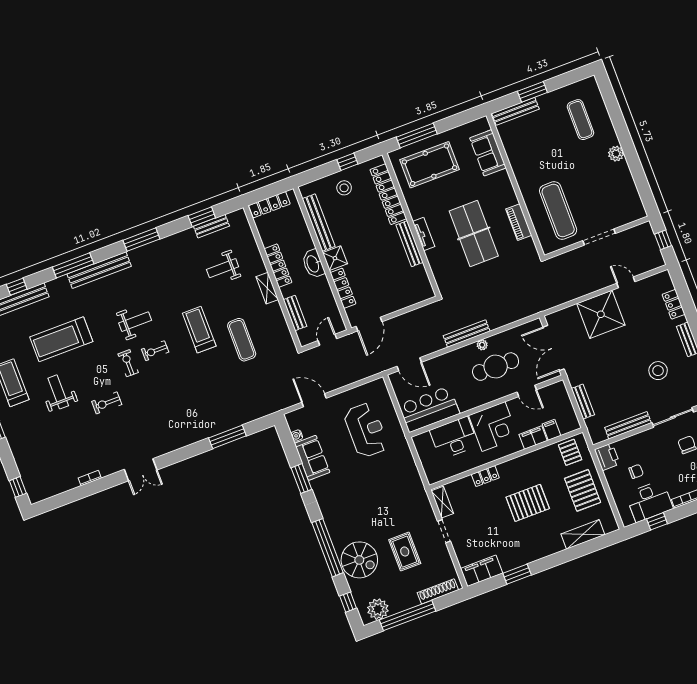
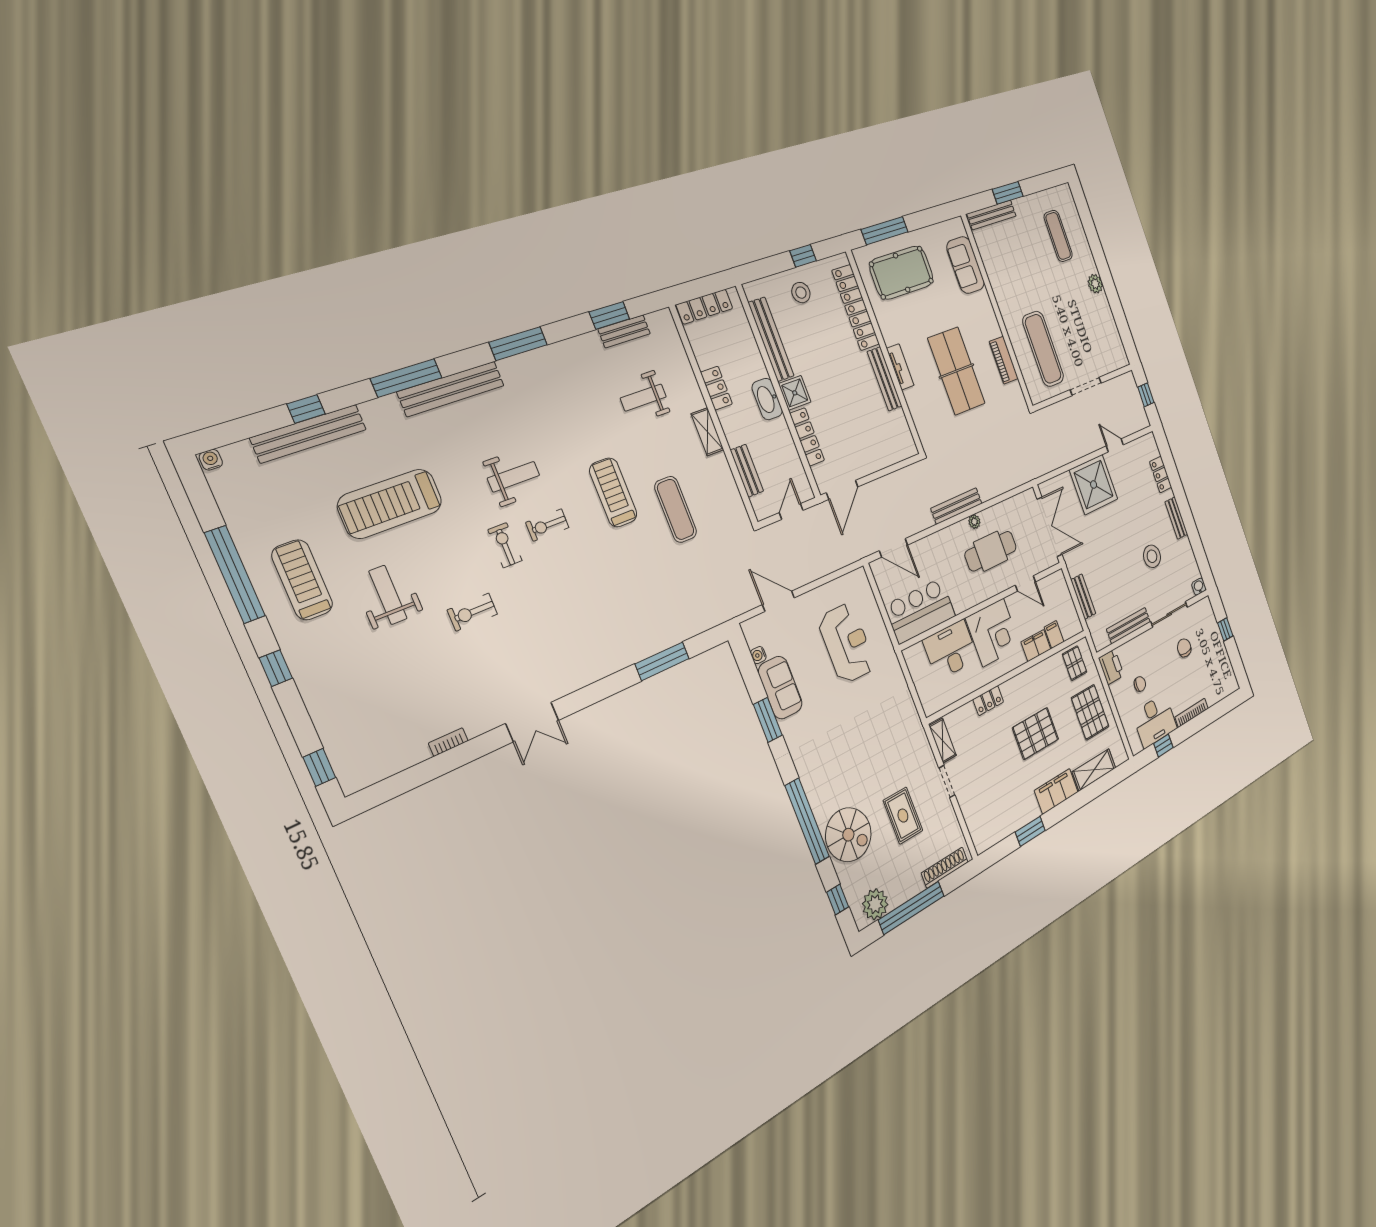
locker: (278, 266) -> (716, 388), width x0.66
double door: (554, 348) -> (1050, 527), swing flipped
filing cabinet: (482, 571) -> (1056, 791), moved

